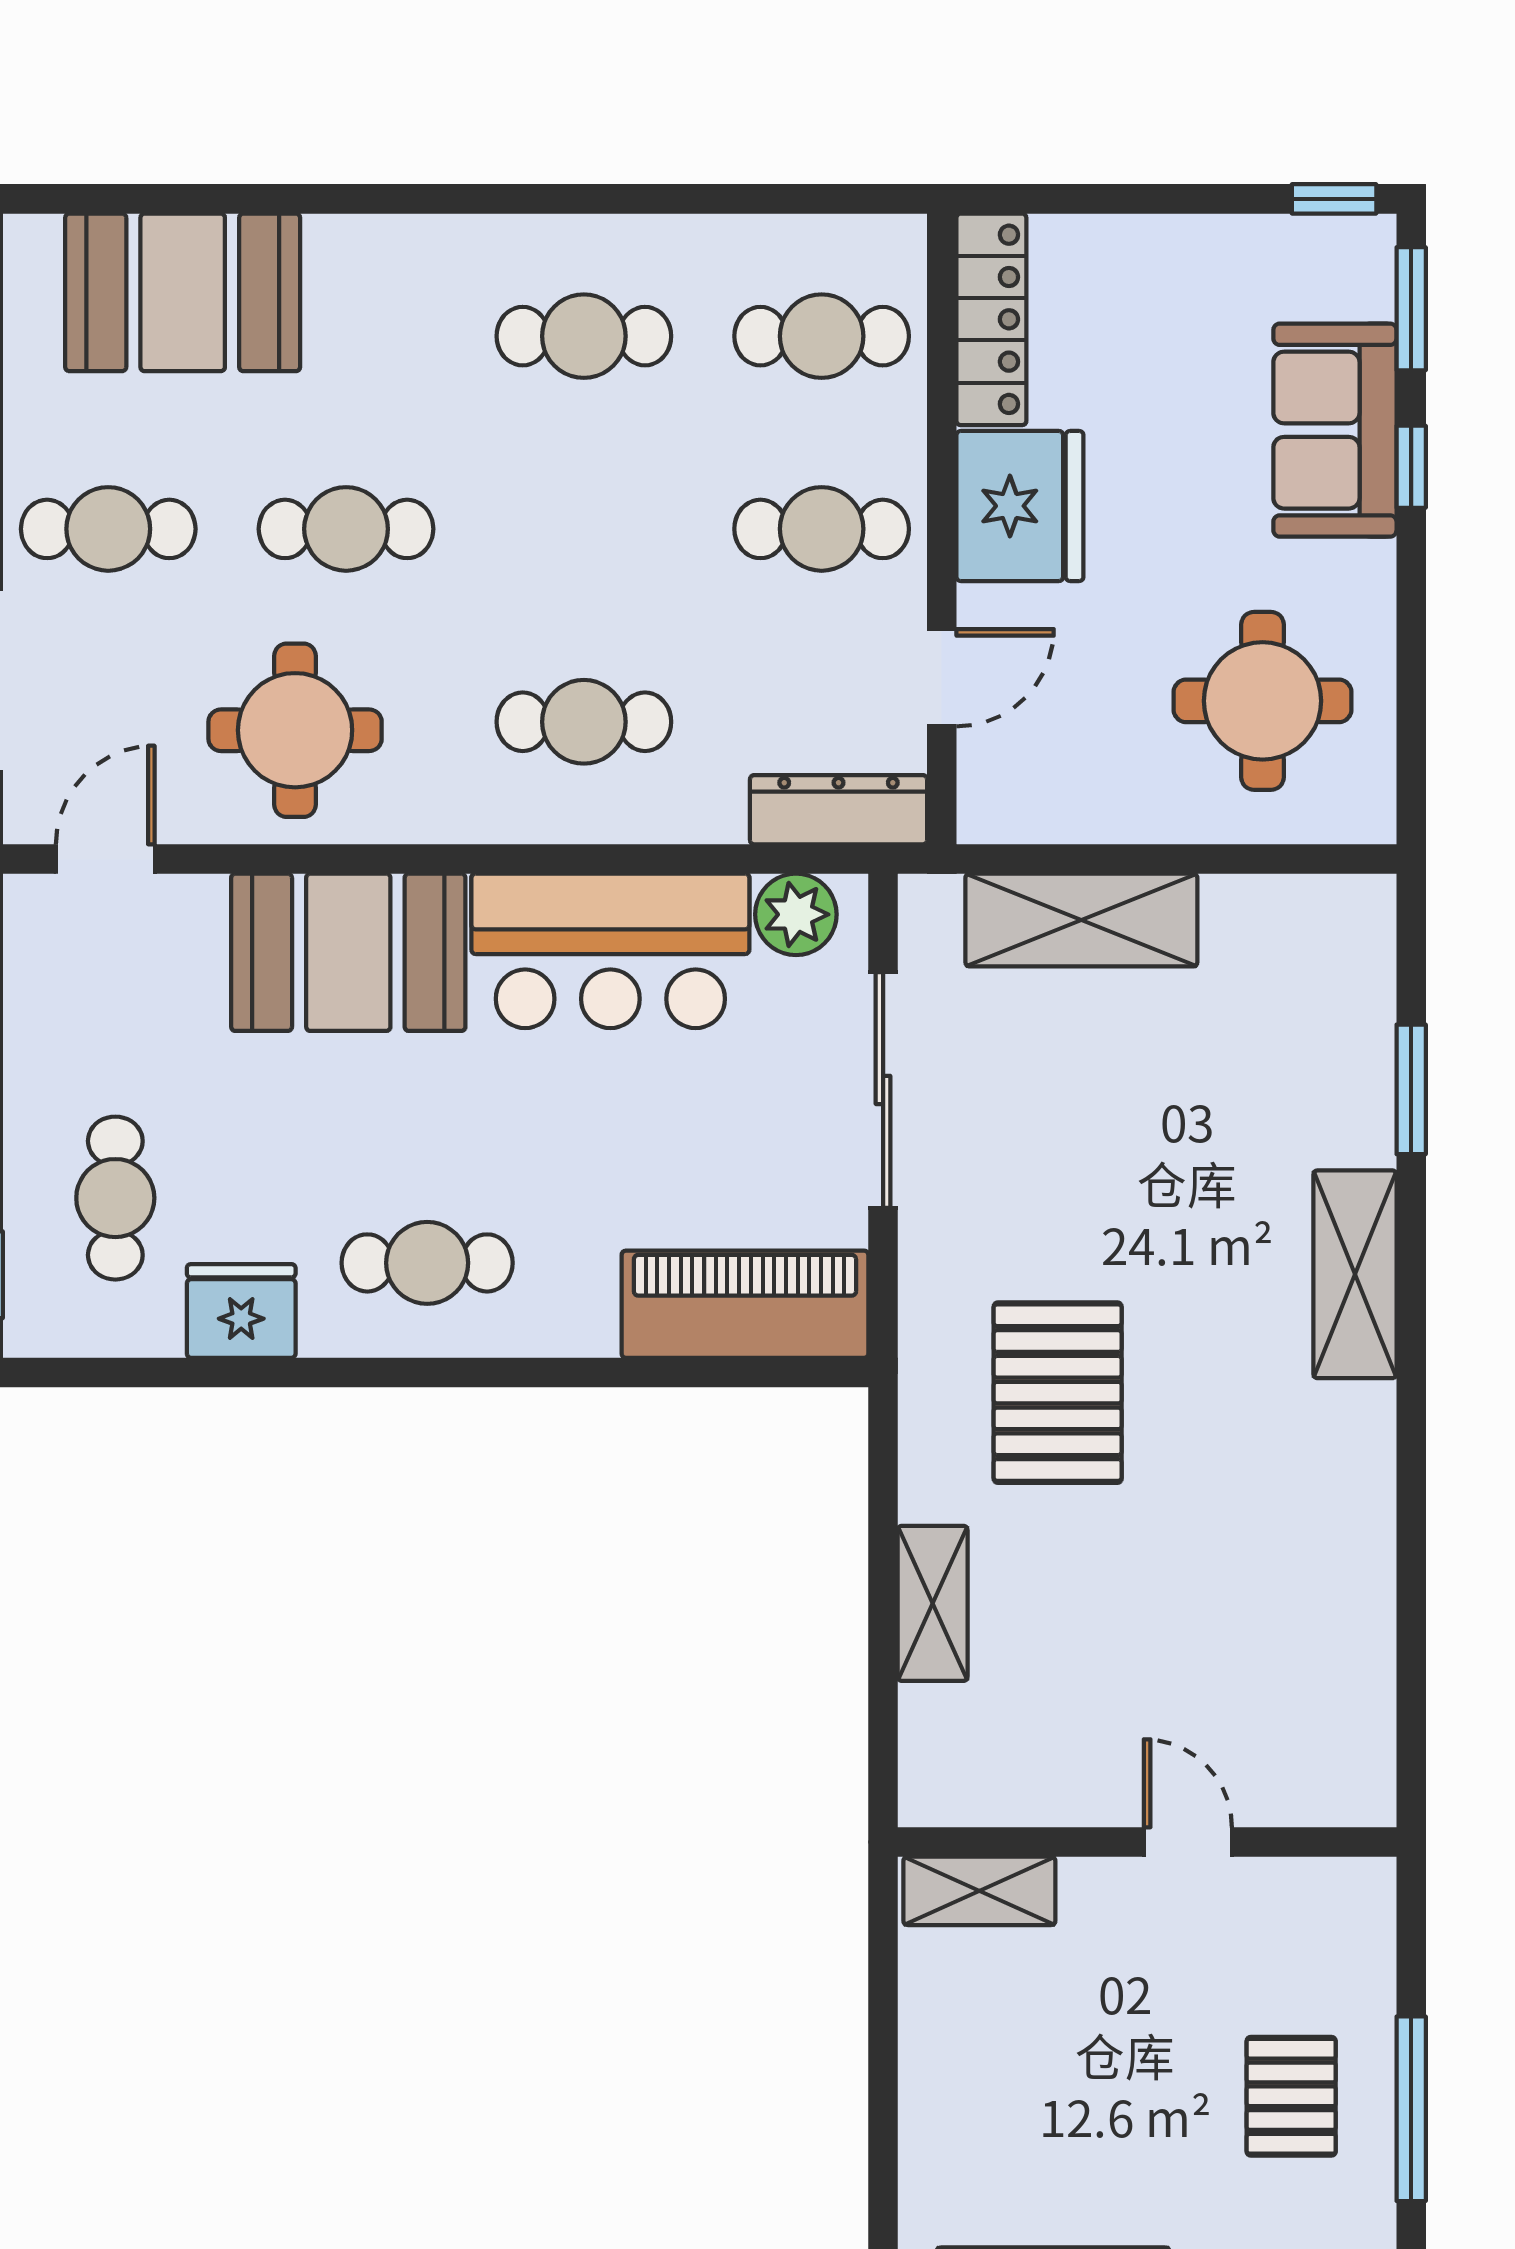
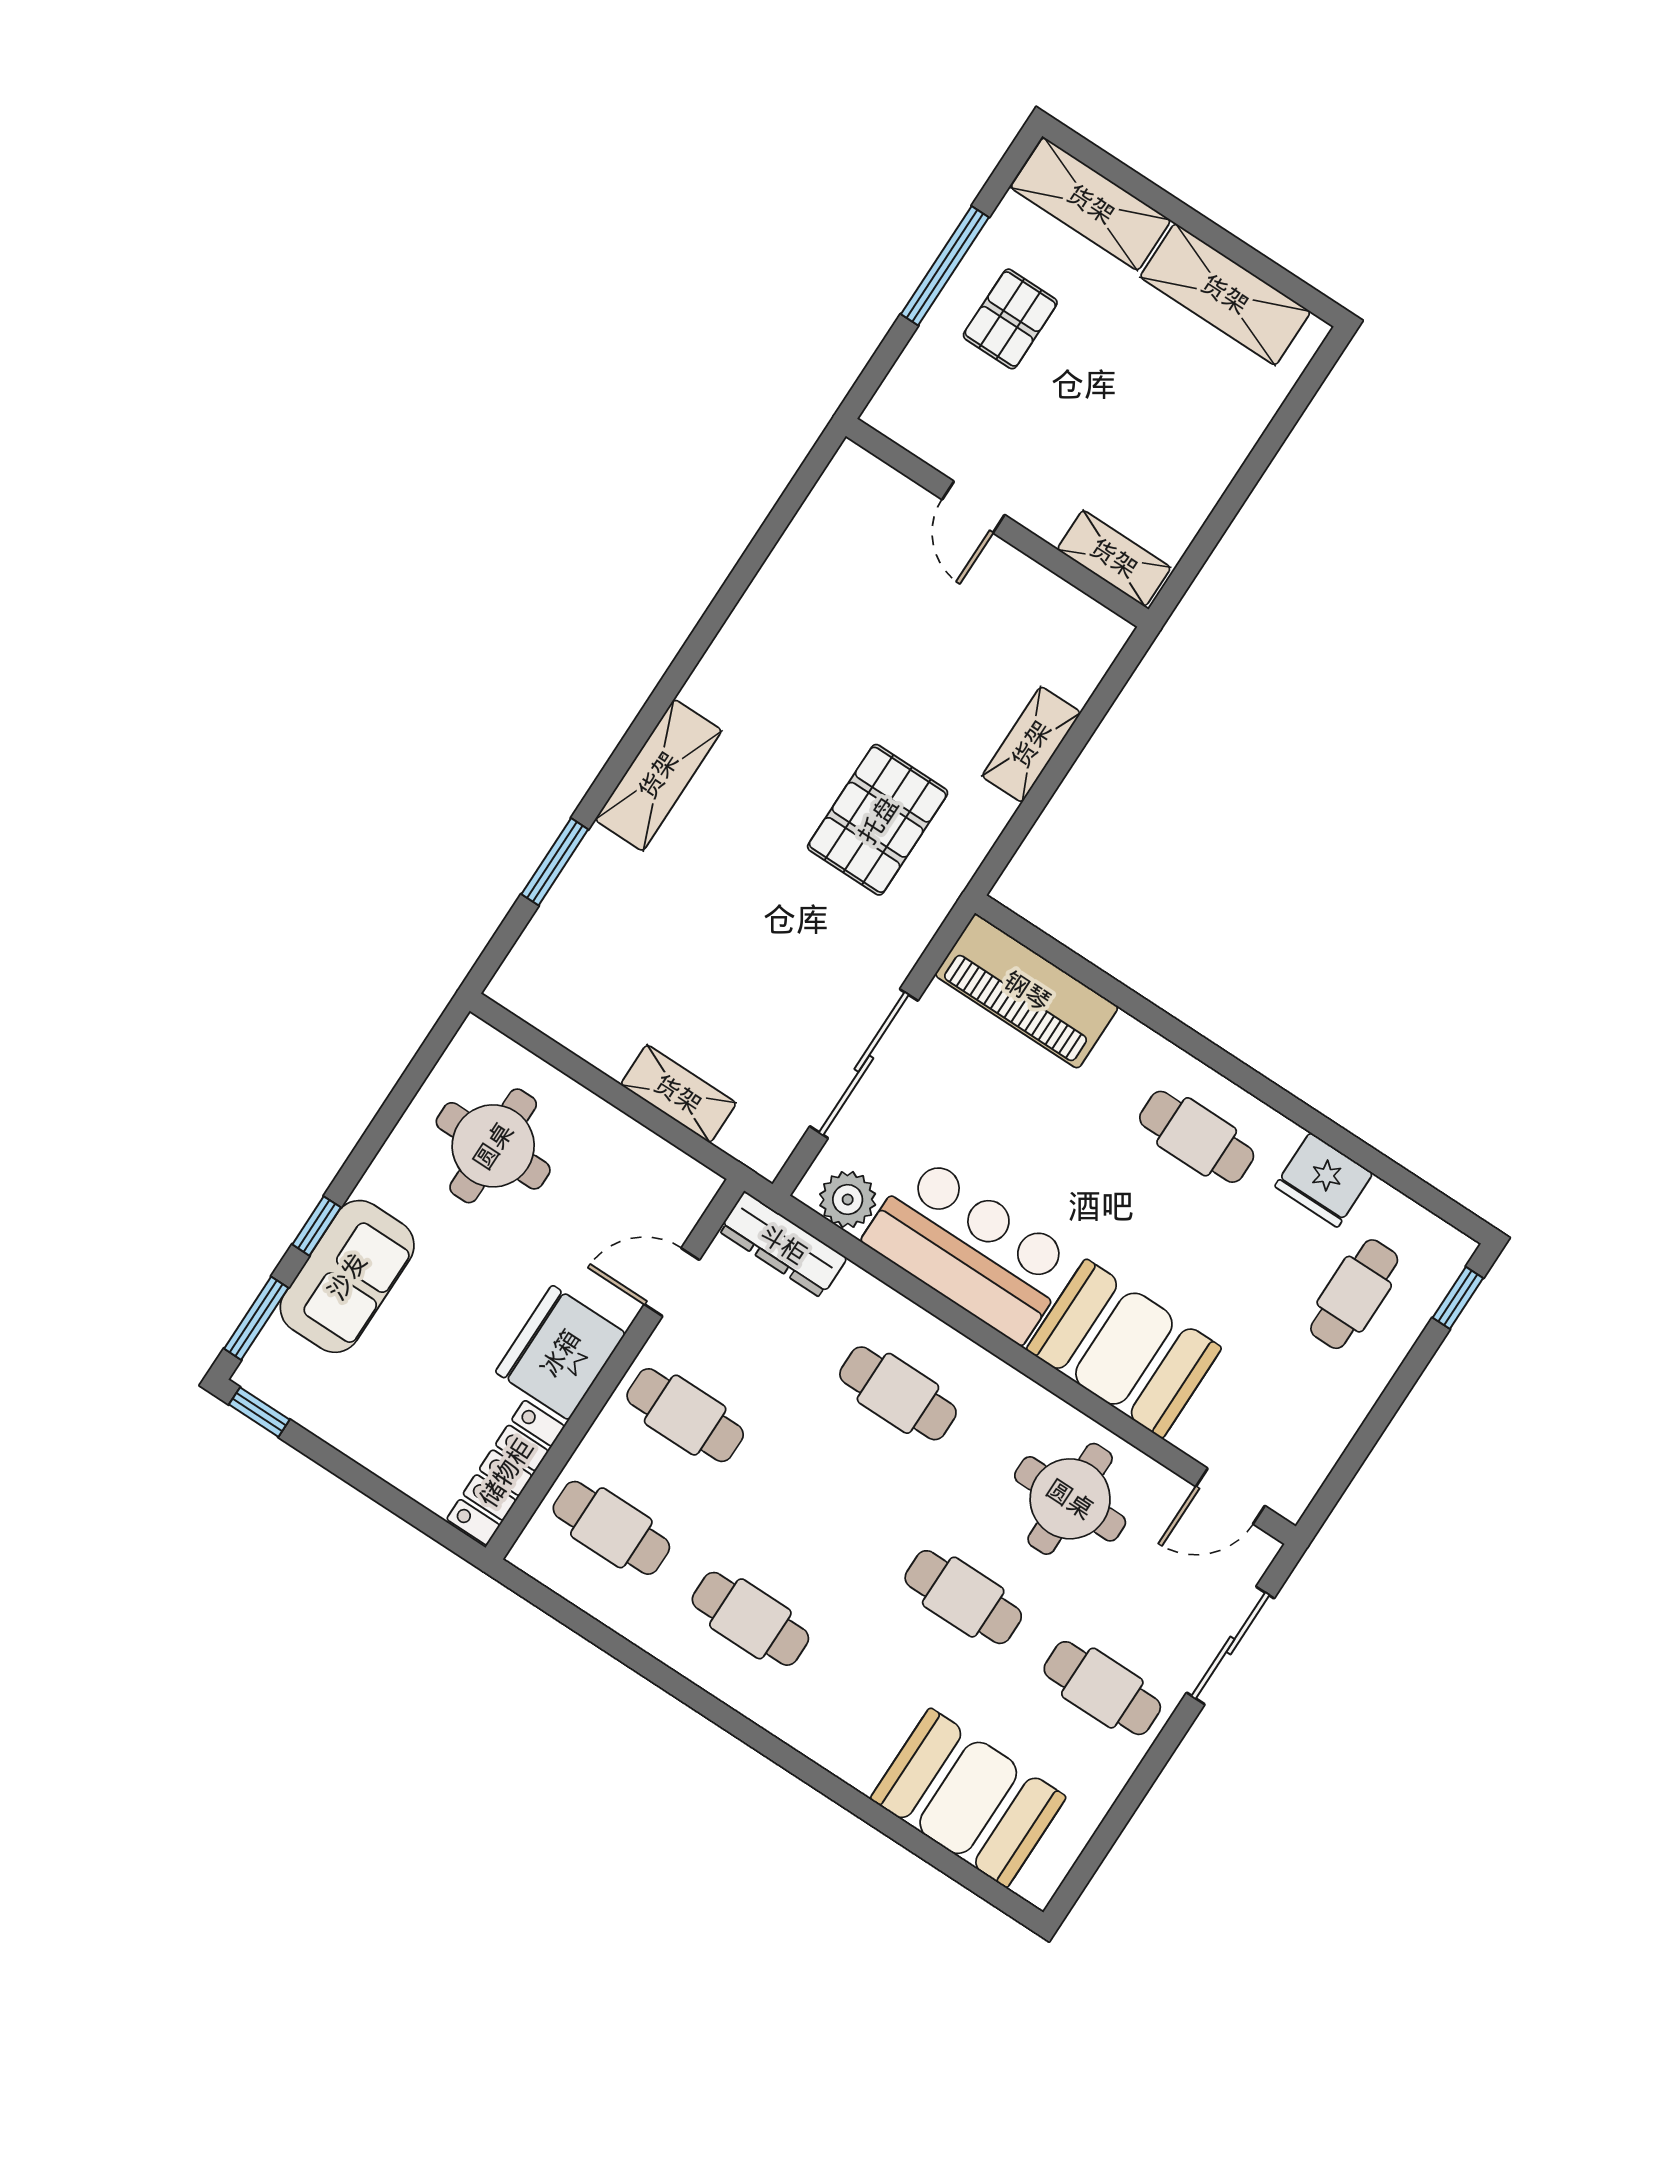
shelving: (1081, 920) -> (678, 1094), width x0.67, depth x0.75

